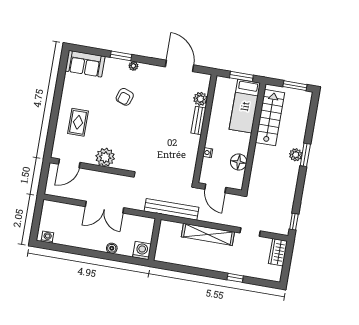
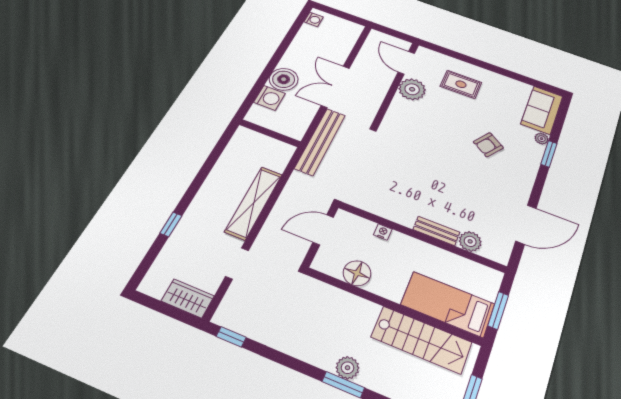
plant: (133, 66) -> (542, 139), moved
armchair: (125, 97) -> (488, 145), turned -75
plant: (105, 157) -> (412, 89), moved
bench: (172, 209) -> (320, 142), moved
boiler: (112, 248) -> (284, 79), width x1.86, depth x1.86
washing machine: (142, 251) -> (269, 98), moved

